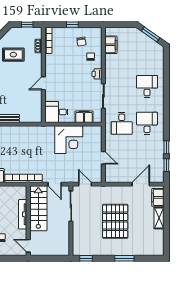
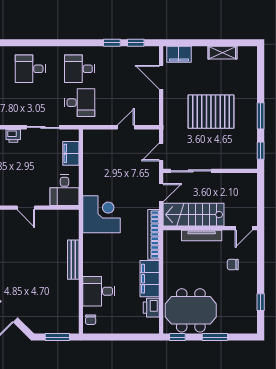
corner desk: (69, 140) -> (102, 214), moved
shelving: (159, 218) -> (222, 53), moved
window: (124, 258) -> (261, 116), moved

